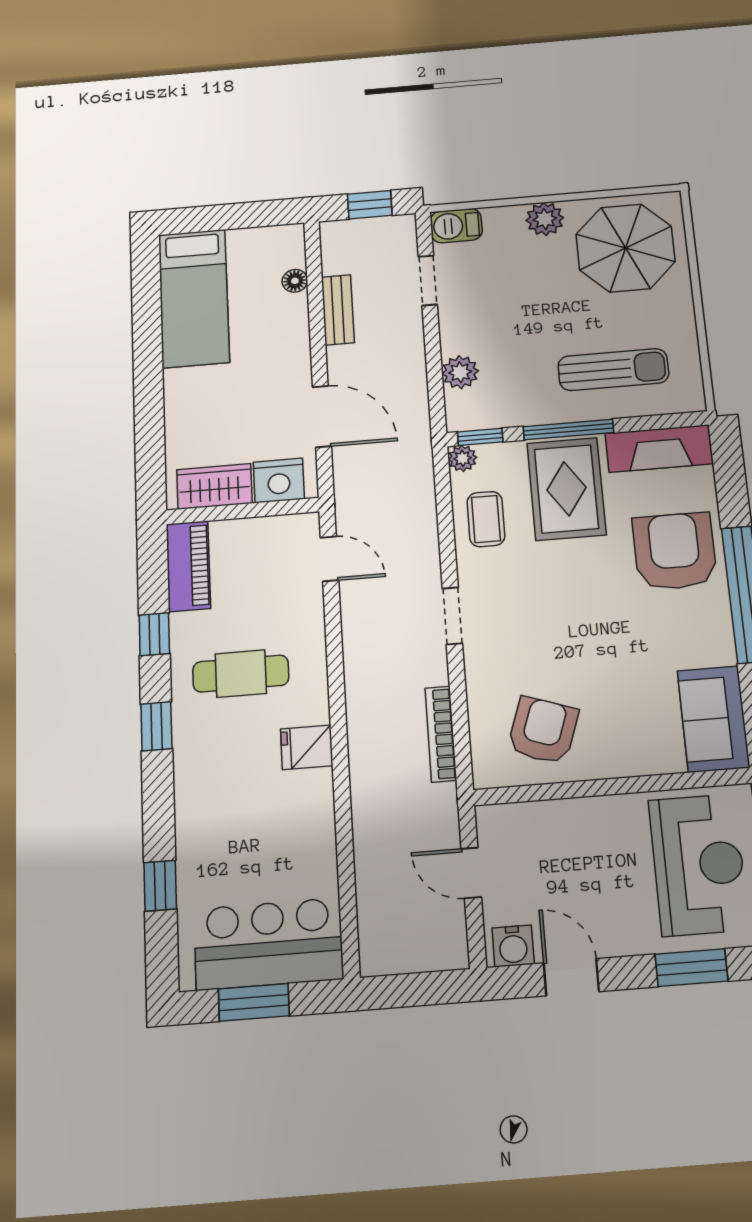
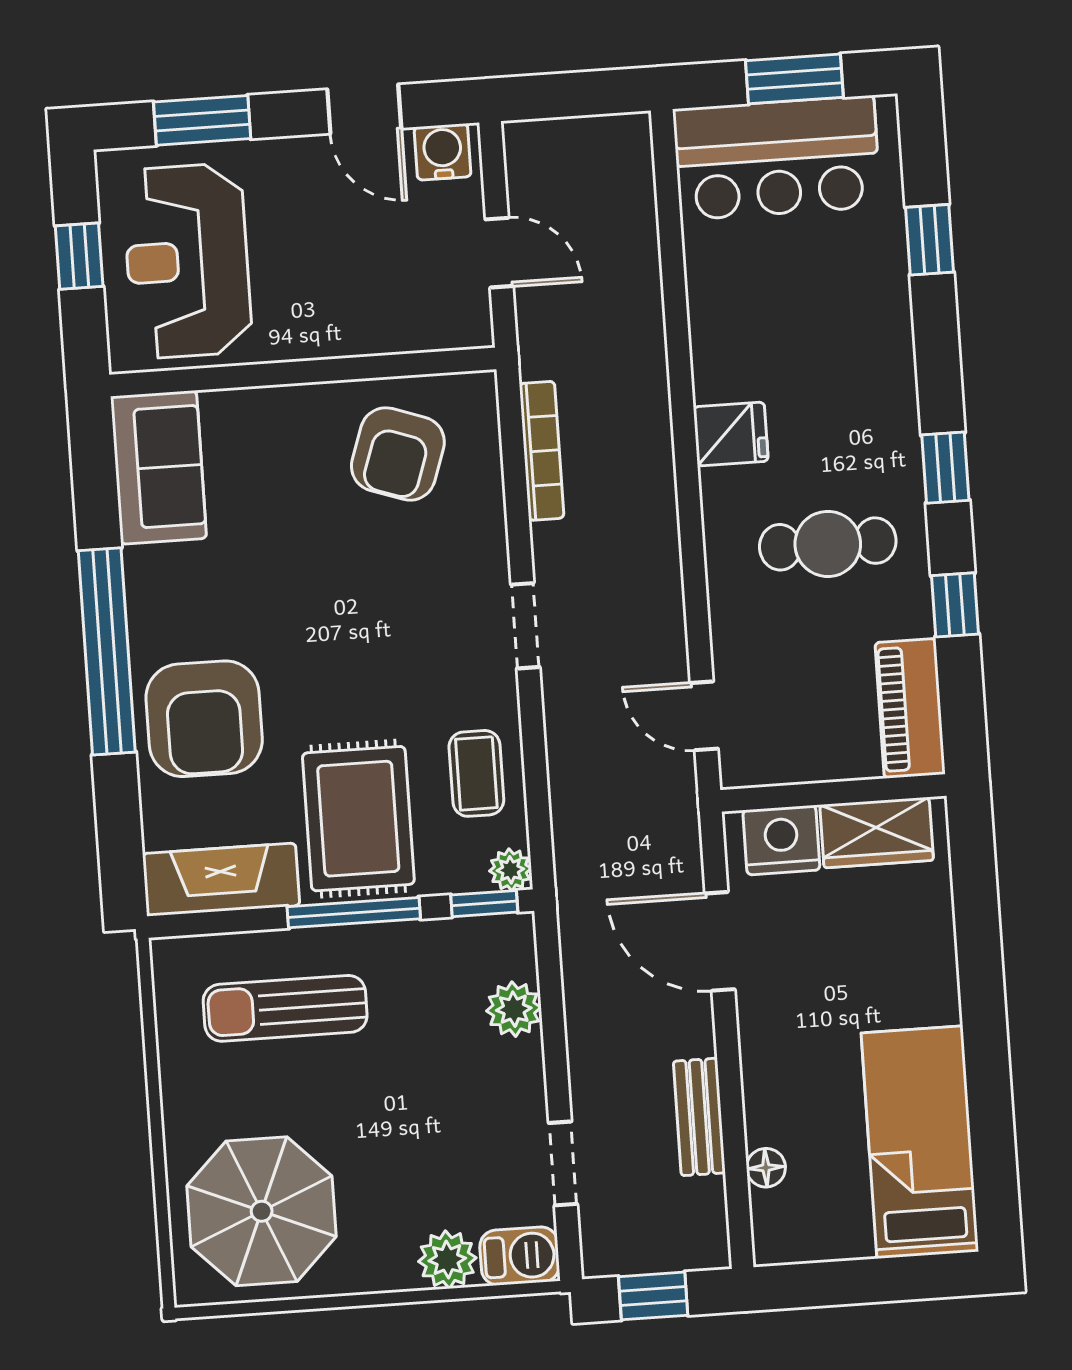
plant: (545, 219) -> (447, 1260), moved

